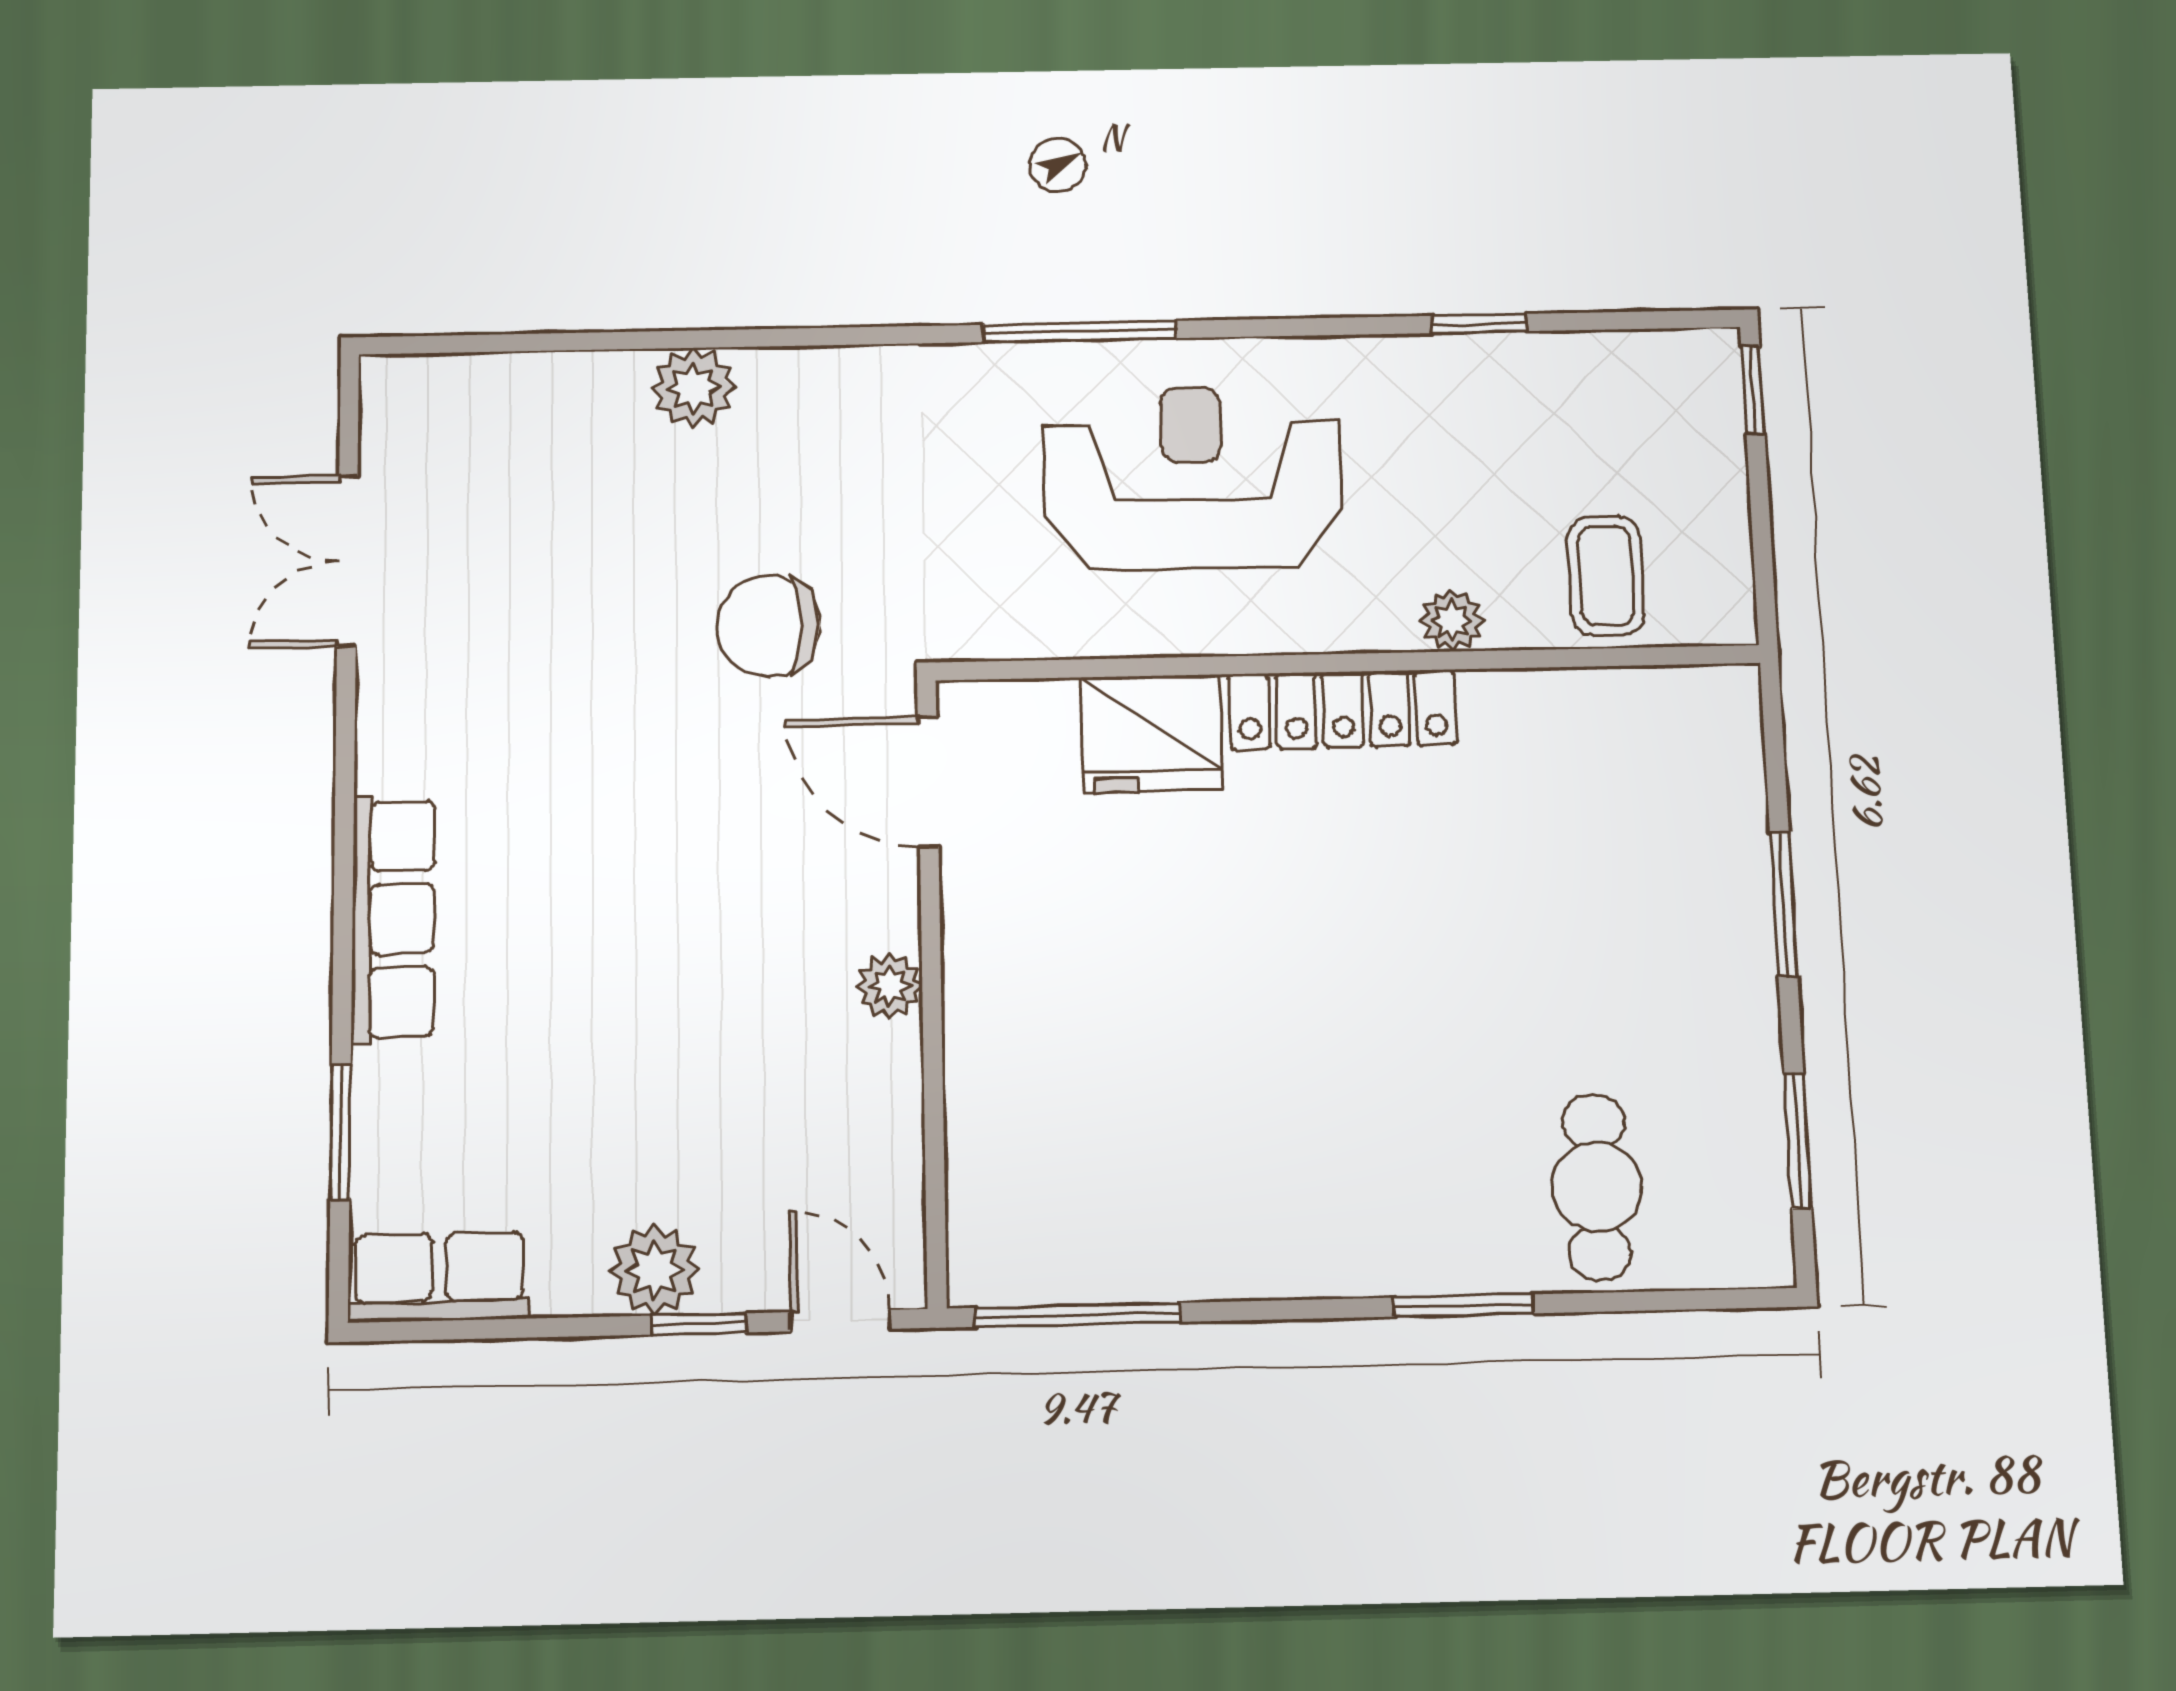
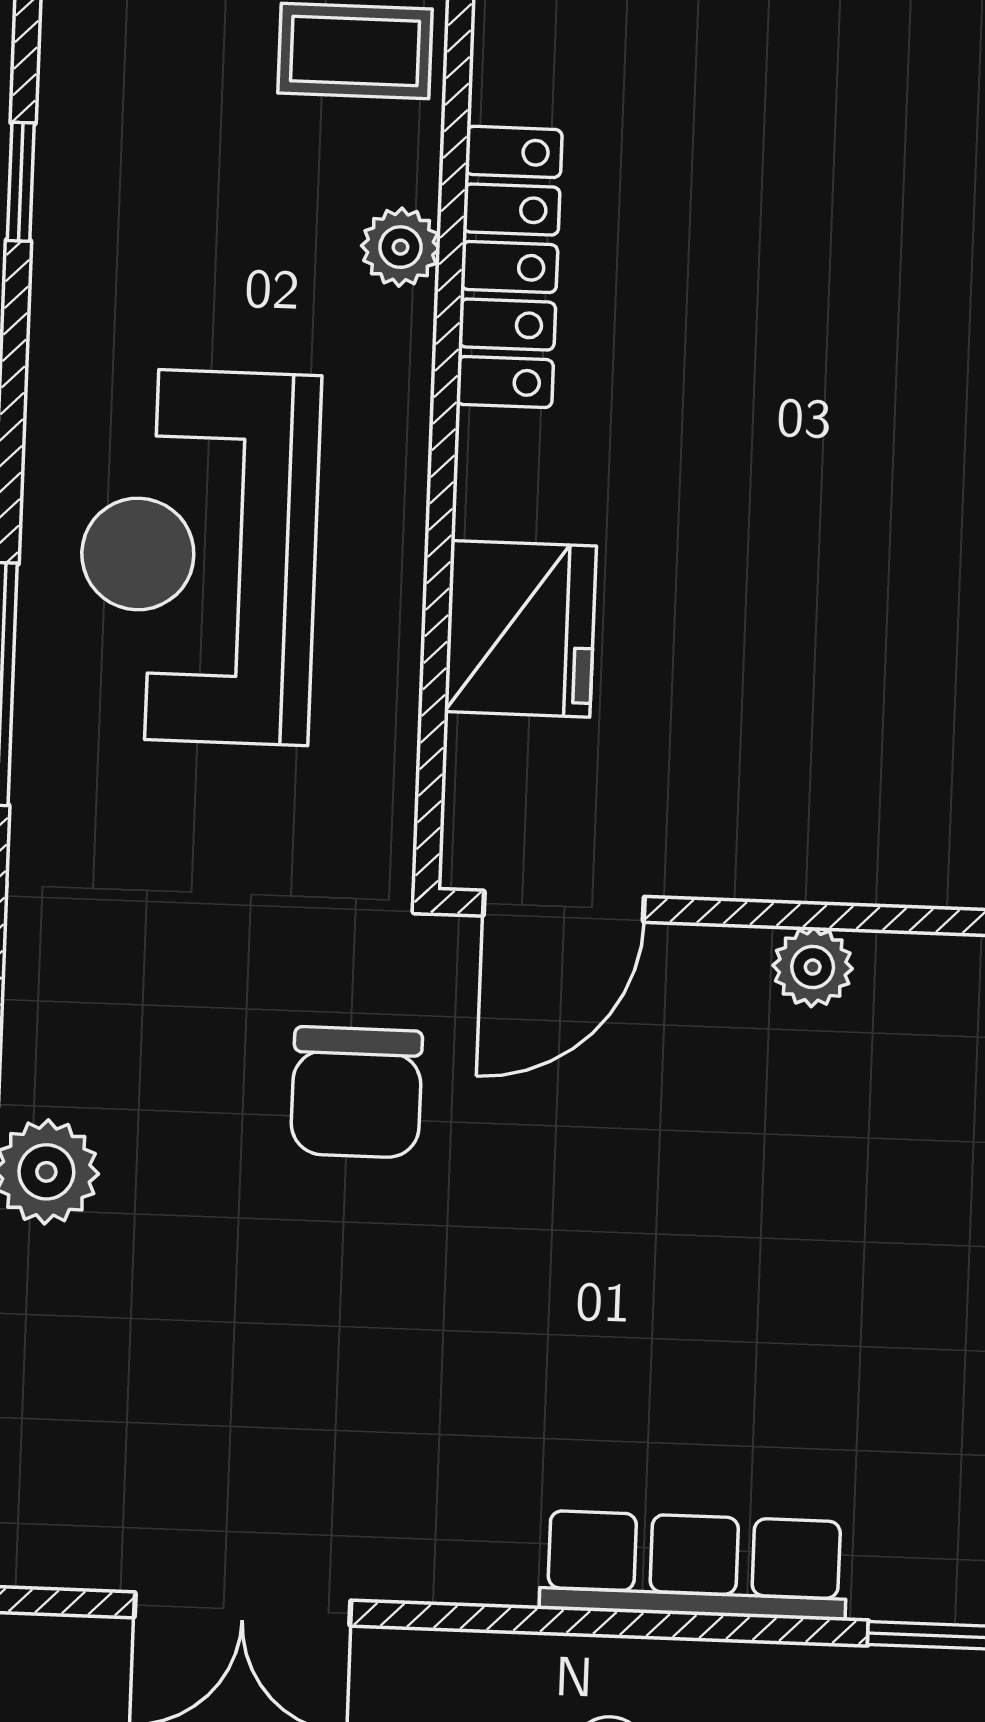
locker: (1343, 710) -> (509, 267), moved

